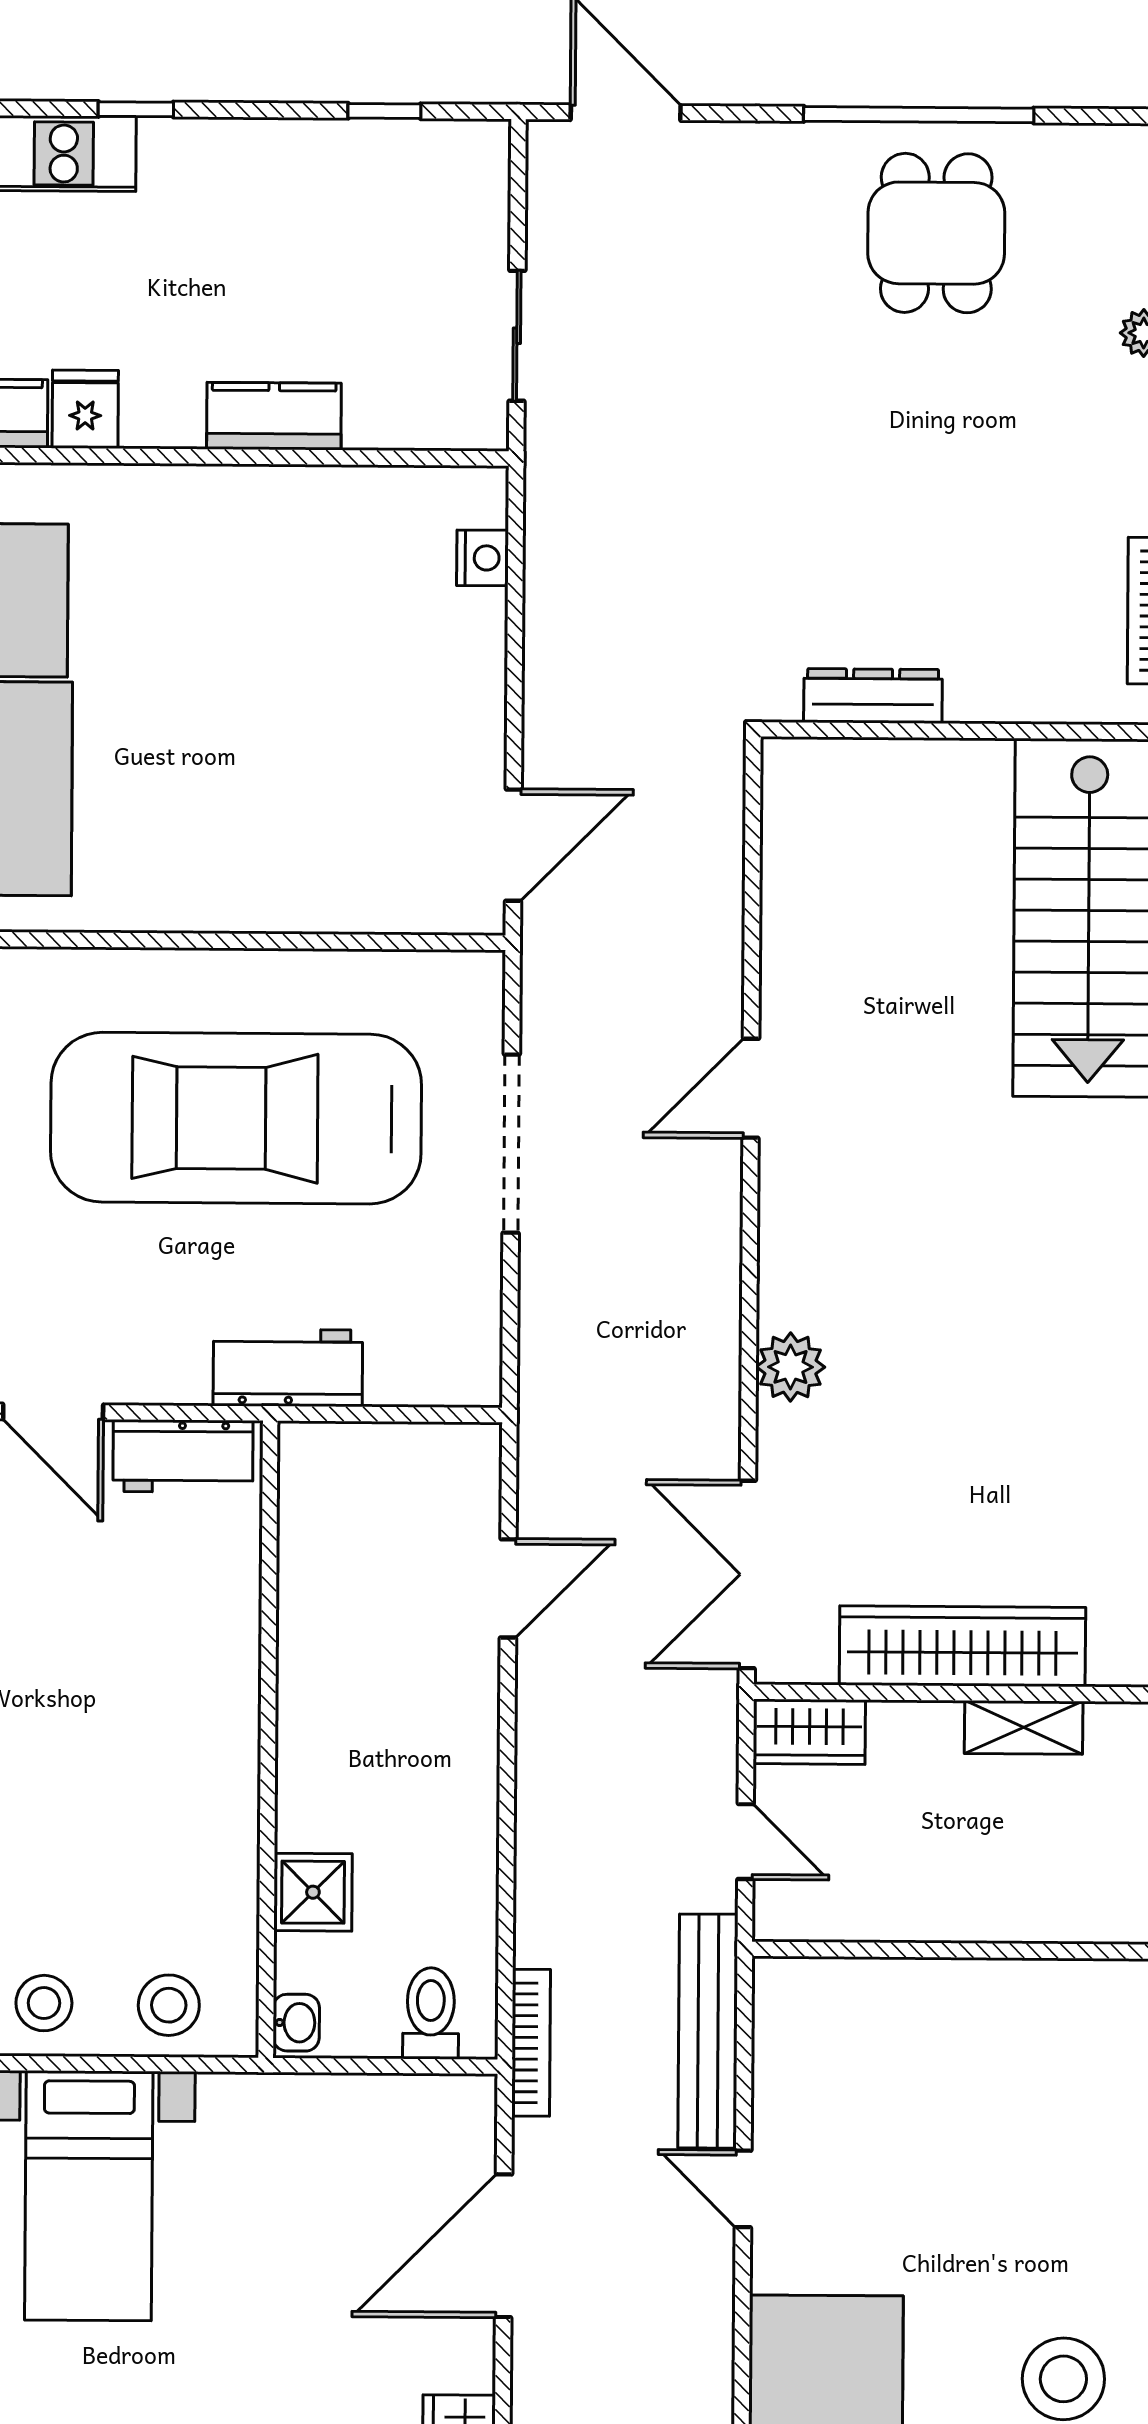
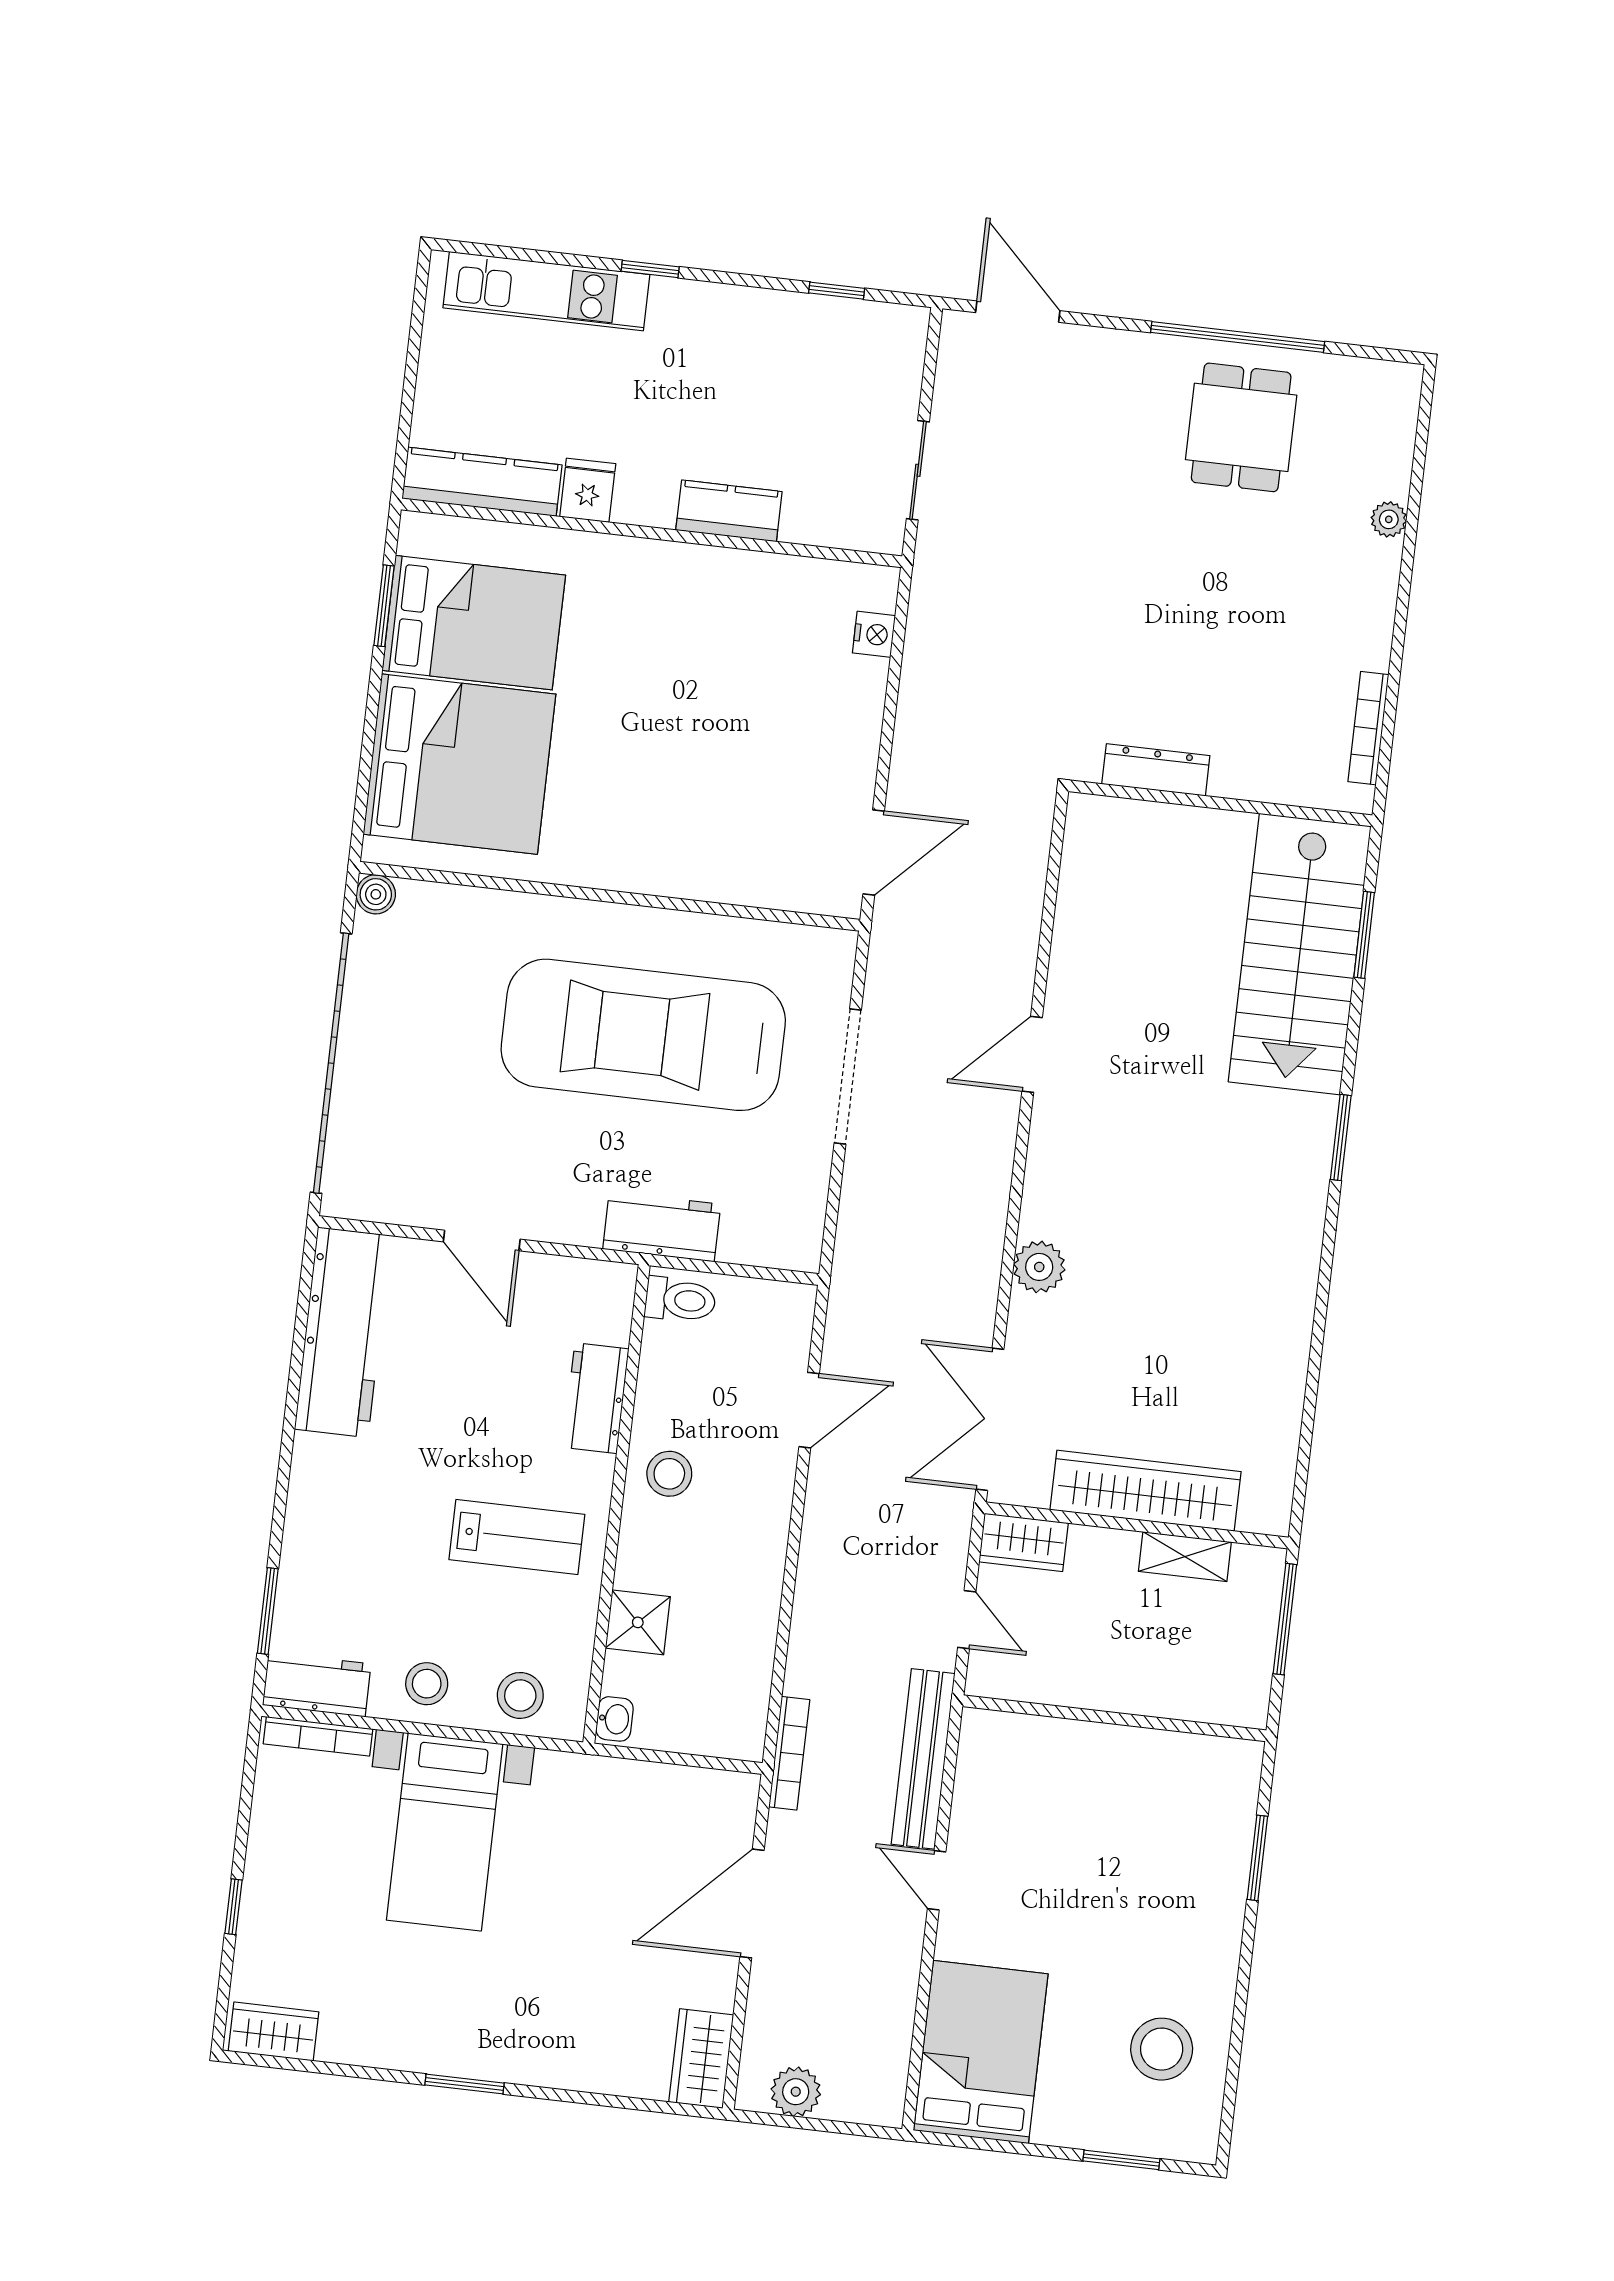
workbench: (183, 1456) -> (596, 1398), moved, turned 90
stool: (333, 1692) -> (669, 1474), added
lab bench: (142, 1797) -> (517, 1537), added
toilet: (431, 2013) -> (680, 1300), moved, turned 90

